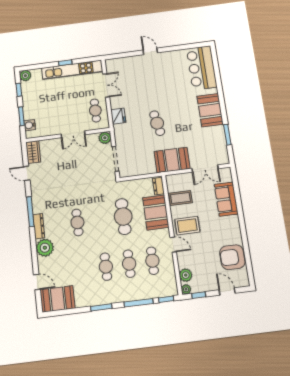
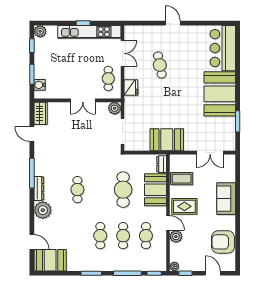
booth: (210, 110) -> (220, 94), width x1.36, depth x1.42
cafe table: (157, 123) -> (160, 65), moved
booth: (172, 160) -> (167, 140), moved
sofa: (226, 199) -> (226, 199), moved
plant: (186, 275) -> (176, 237), moved

